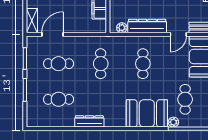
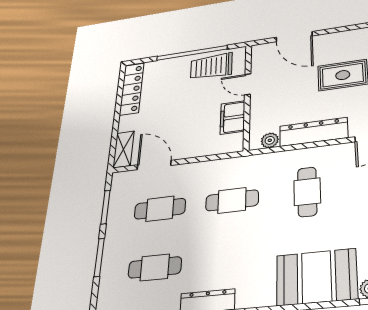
door: (53, 34) -> (154, 165), hinge flipped
cafe table: (101, 64) -> (232, 200), turned 90

